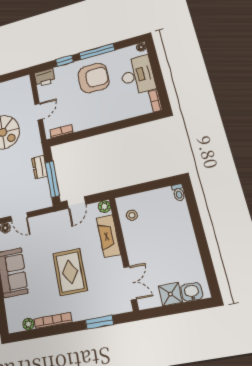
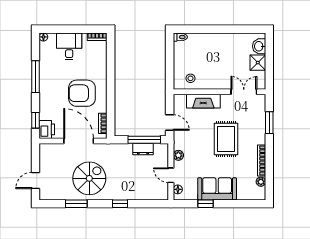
window: (64, 61) -> (36, 120), moved
desk: (137, 75) -> (69, 46), width x0.73
armchair: (93, 78) -> (82, 93), moved, turned -90
door: (39, 112) -> (79, 141), width x1.88
dresser: (40, 167) -> (143, 149), moved
plant: (105, 207) -> (178, 155), moved
door: (19, 217) -> (171, 175), swing flipped
rug: (70, 272) -> (226, 139), turned 90

